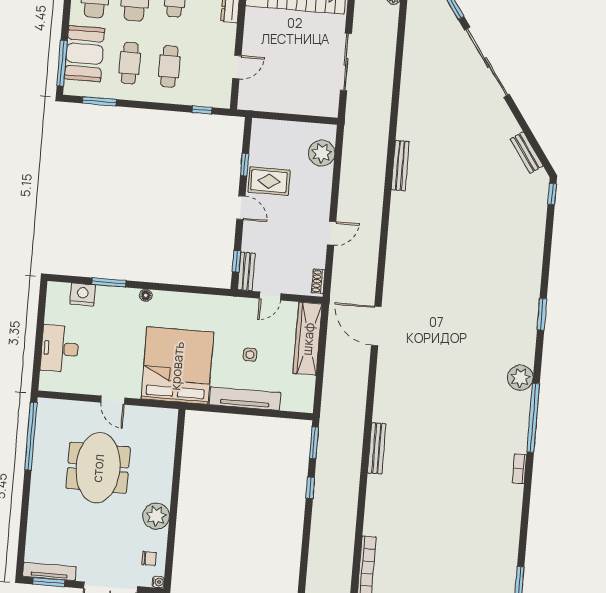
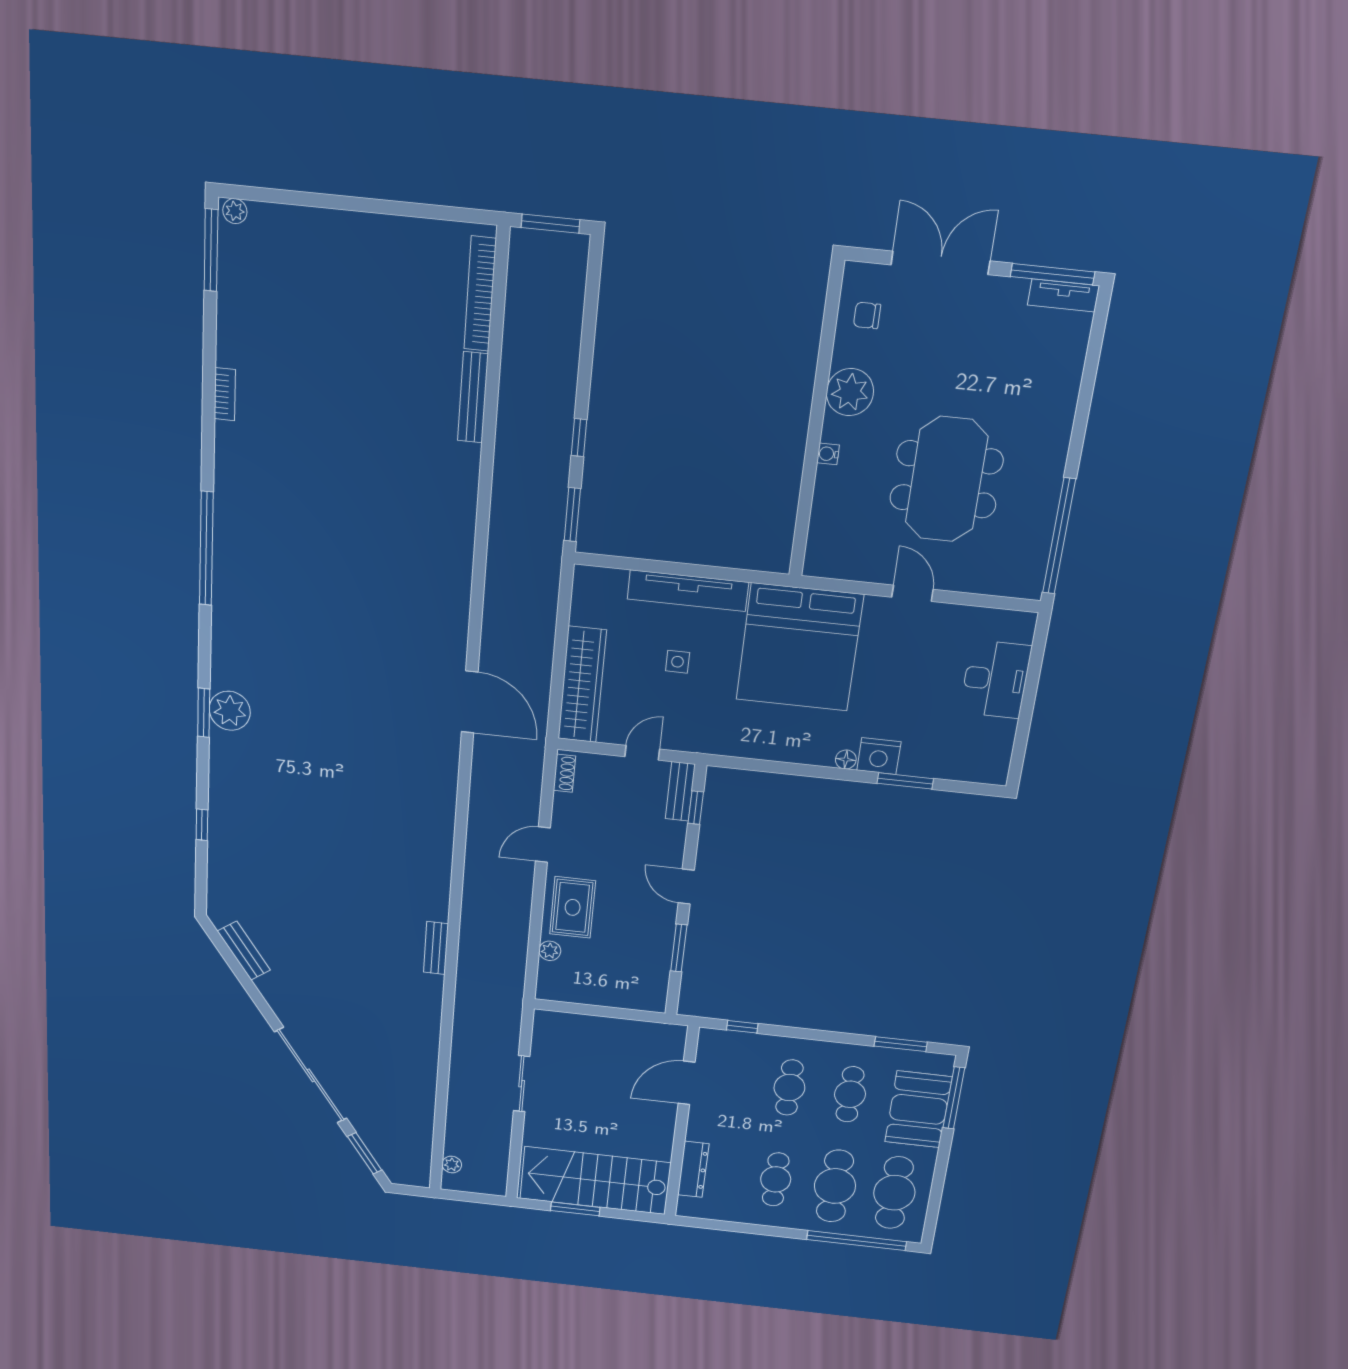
sliding door: (346, 62) -> (522, 1084), width x0.73
door: (237, 67) -> (687, 1083), width x1.38
plant: (322, 153) -> (550, 951), width x0.53, depth x0.53
window: (244, 165) -> (679, 948), width x1.50
bench: (400, 166) -> (436, 948), width x0.73
rug: (269, 181) -> (573, 907), moved, turned 90
window: (552, 194) -> (202, 825), moved
nightstand: (83, 294) -> (879, 756), moved
plant: (520, 378) -> (230, 711), moved
bench: (377, 448) -> (473, 397), moved
bookcase: (519, 469) -> (225, 394), moved
tv unit: (49, 571) -> (1063, 295), width x0.71
window: (49, 582) -> (1053, 274), width x1.44
water cooler: (158, 582) -> (828, 454), moved

